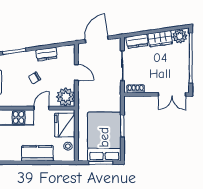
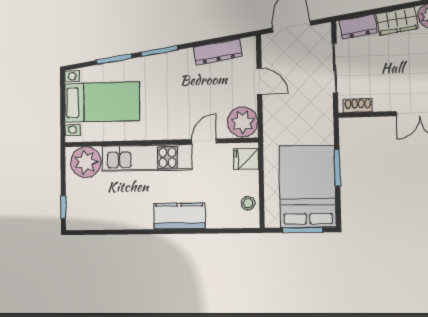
dresser: (47, 54) -> (218, 52), width x1.44
chair: (34, 78) -> (192, 93), removed
fridge: (65, 125) -> (246, 159), width x0.53, depth x0.75
kitchen counter: (37, 153) -> (179, 216), moved

